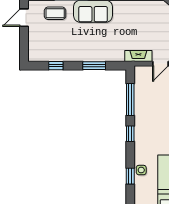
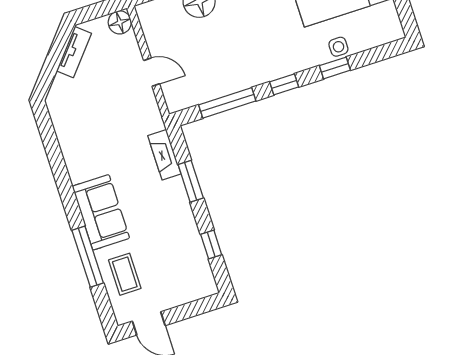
fireplace: (138, 56) -> (164, 155), moved
window: (130, 176) -> (335, 68), moved

